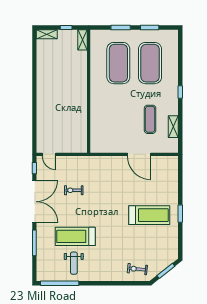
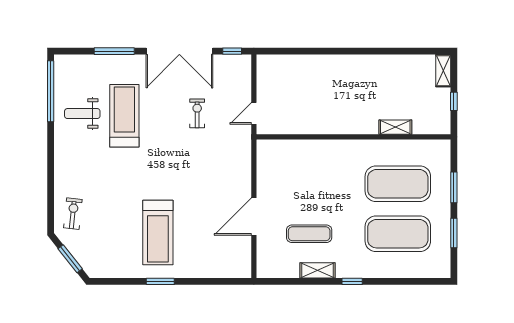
shelving: (82, 40) -> (395, 127), moved
shelving: (173, 127) -> (317, 270), moved
door: (49, 154) -> (254, 113), moved

